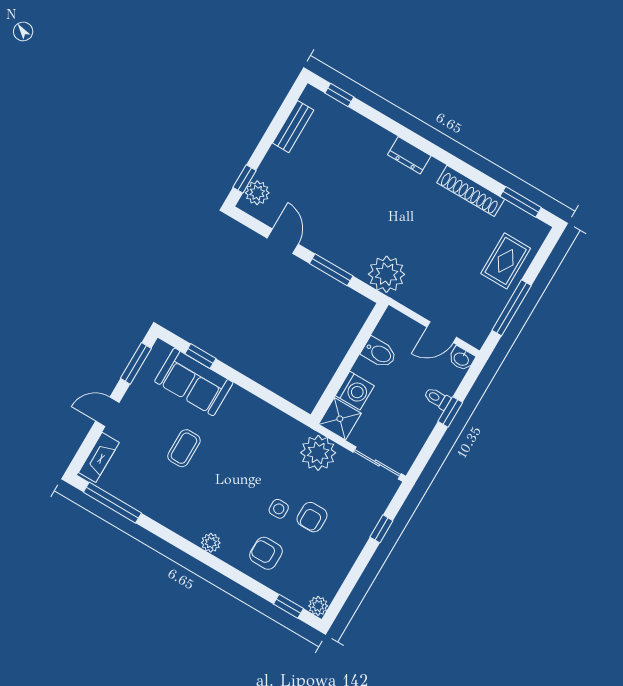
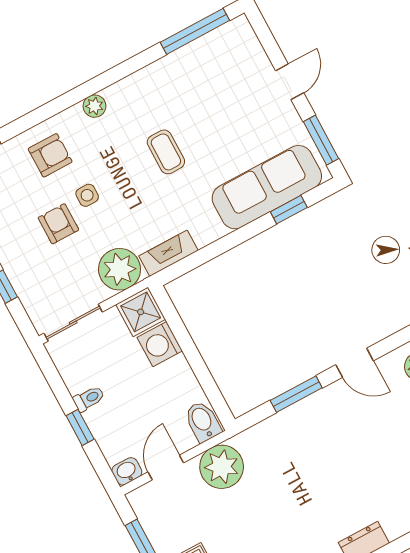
plant: (387, 274) -> (222, 467), moved
bidet: (379, 353) -> (203, 421), moved, turned 90
sofa: (194, 382) -> (267, 187), width x1.36
toilet: (437, 398) -> (89, 399), moved
coffee table: (184, 448) -> (166, 152), moved
fireplace: (99, 457) -> (168, 253), moved, turned 90

